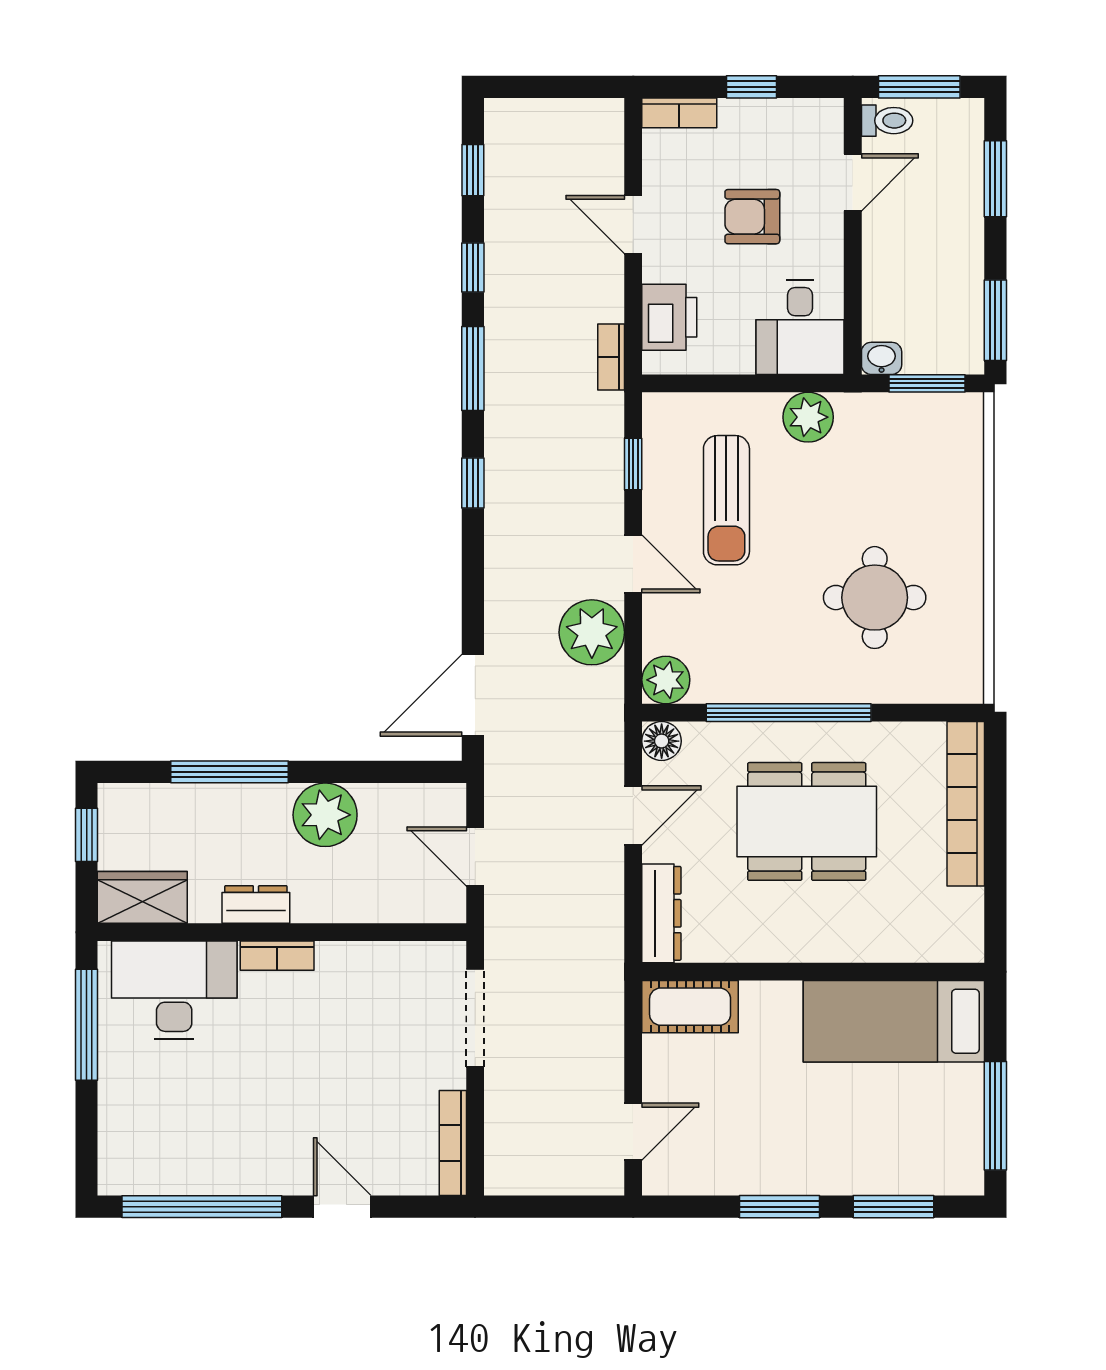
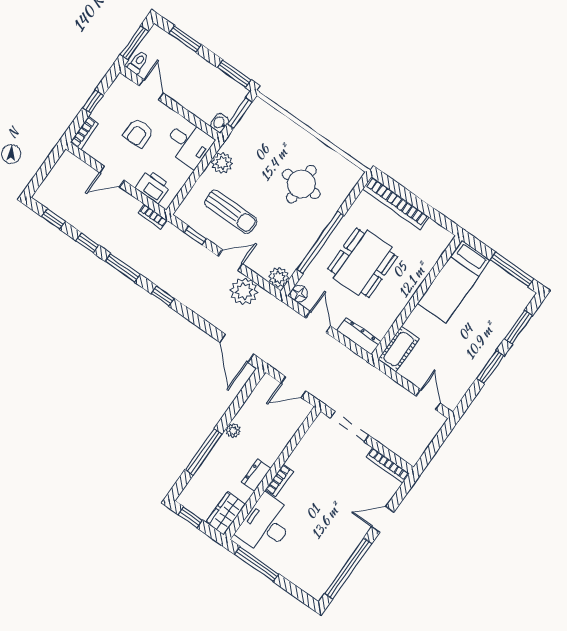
plant: (325, 815) -> (233, 431), width x0.53, depth x0.53

